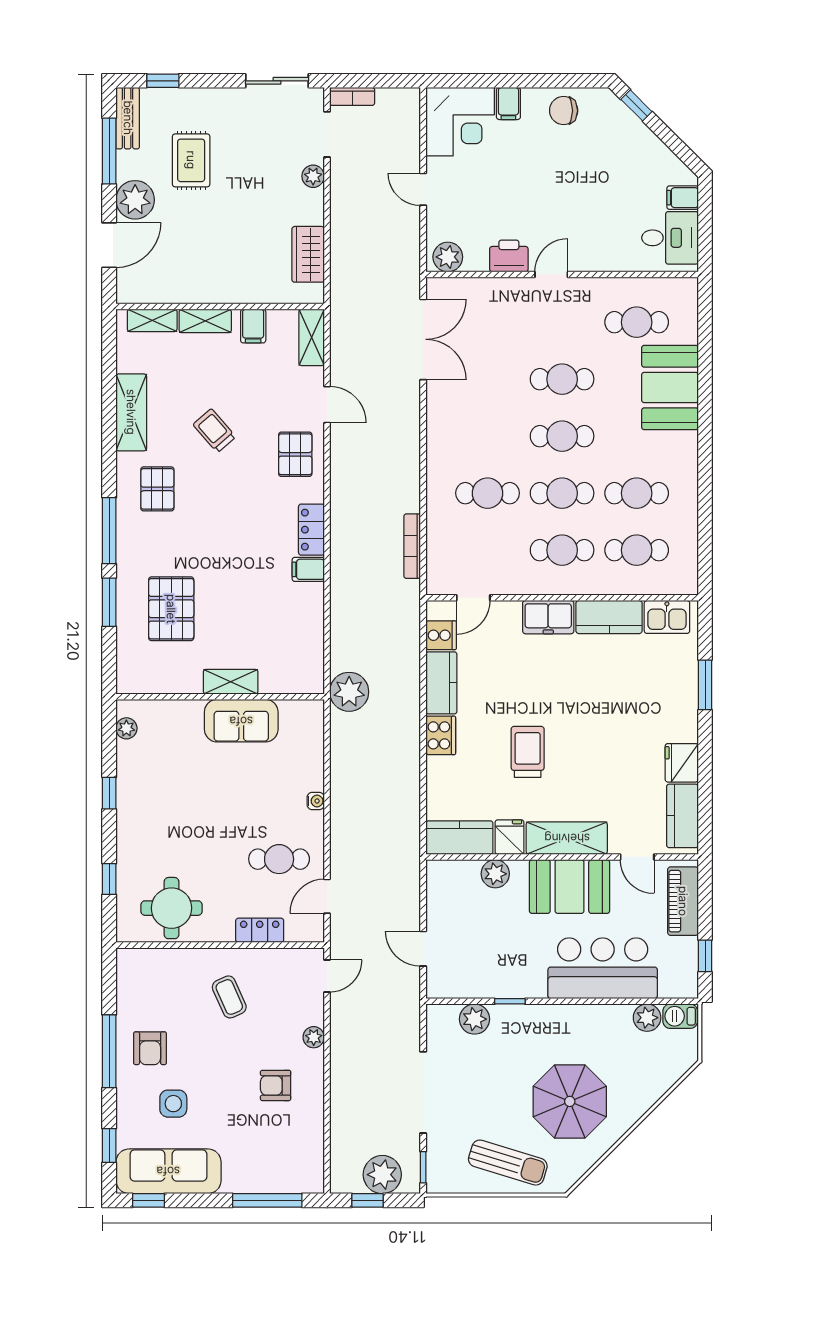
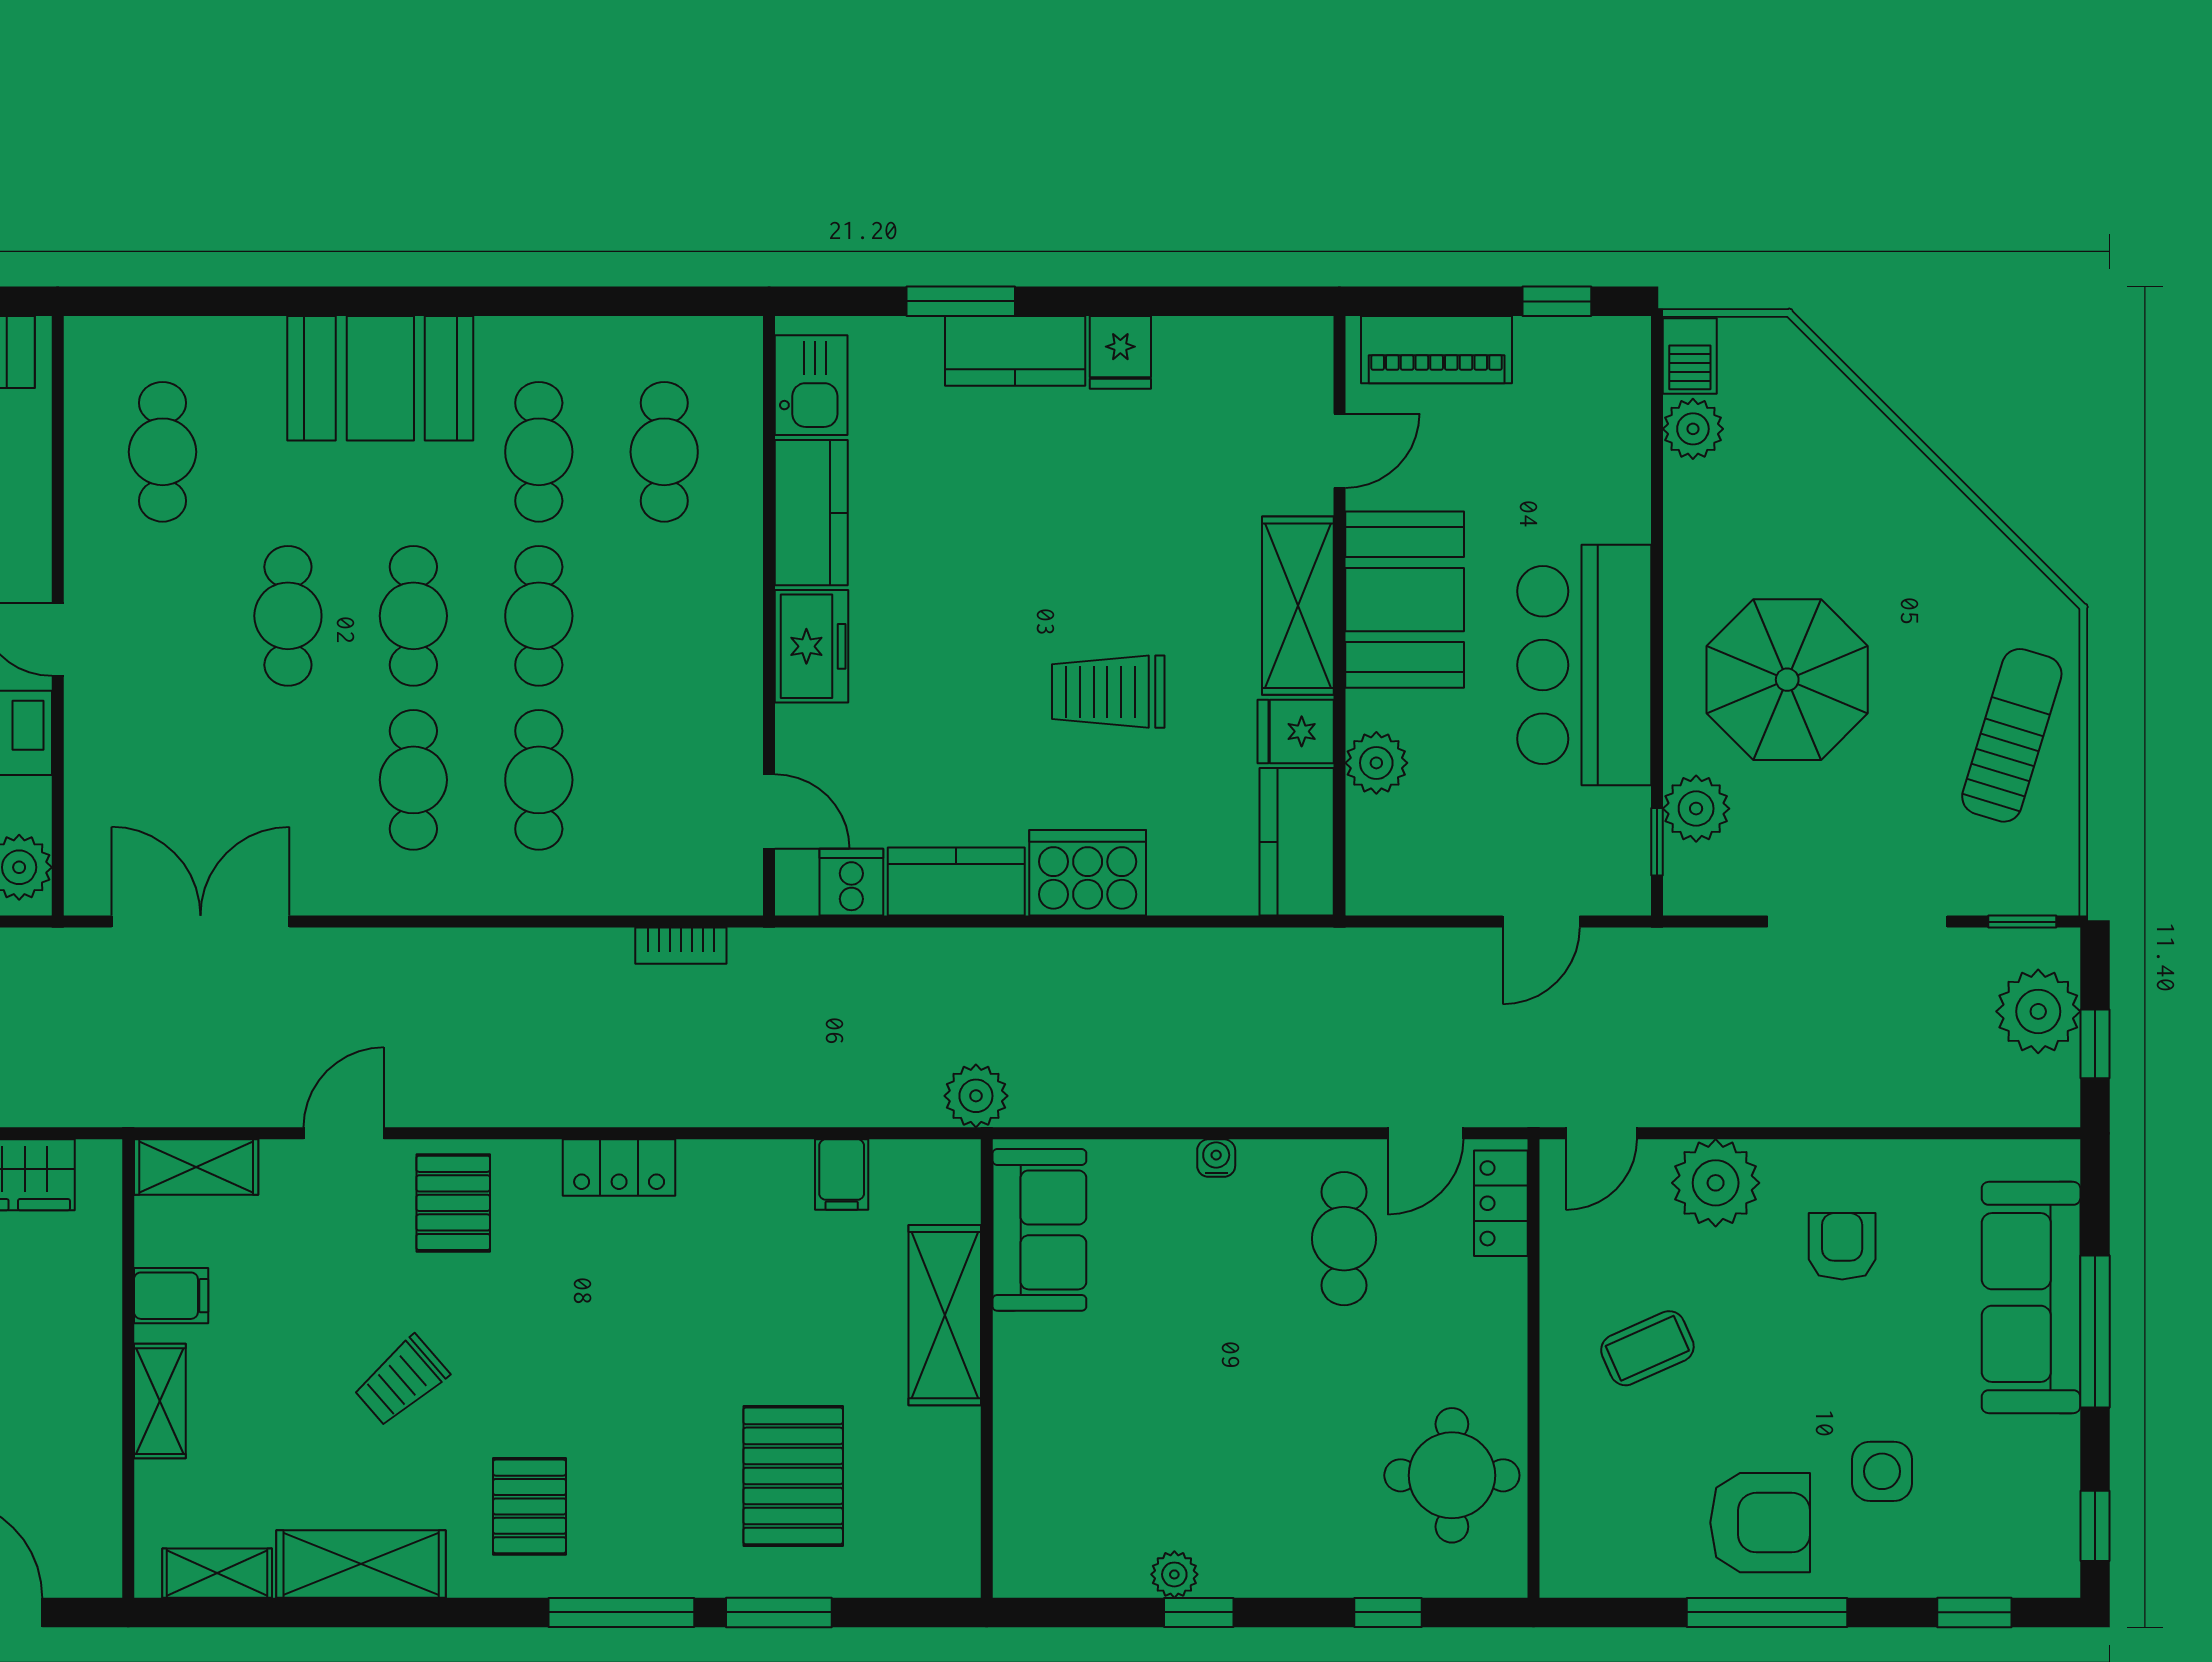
shelving: (152, 320) -> (217, 1573), moved, turned 90
booth: (670, 387) -> (380, 378), moved
pallet: (295, 454) -> (453, 1203), turned 90
pallet: (157, 489) -> (530, 1506), turned 90
bookcase: (412, 546) -> (681, 946), width x0.64
cafe table: (562, 550) -> (413, 780), moved
filing cabinet: (308, 569) -> (842, 1175), moved
pallet: (171, 609) -> (793, 1476), turned 90
shelving: (231, 682) -> (945, 1315), width x1.50, depth x1.33
plant: (349, 692) -> (976, 1096), width x0.73, depth x0.73
sofa: (241, 721) -> (1039, 1230), moved
plant: (126, 728) -> (1174, 1574), moved
cooker: (441, 735) -> (1088, 873), width x1.37, depth x1.31
fridge: (682, 763) -> (1120, 352), width x0.72
kitchen counter: (682, 816) -> (1015, 351), moved
door: (327, 896) -> (1426, 1133), hinge flipped
locker: (260, 930) -> (1501, 1203), moved
bar counter: (603, 968) -> (1584, 665), moved
door: (327, 976) -> (1601, 1133), swing flipped
window: (510, 1001) -> (1657, 842), moved
plant: (314, 1037) -> (1716, 1183), width x1.87, depth x1.87
armchair: (150, 1048) -> (1760, 1523), width x1.38, depth x1.38
armchair: (276, 1085) -> (1842, 1246), turned 180
parasol: (570, 1101) -> (1787, 680), moved
sofa: (168, 1171) -> (2031, 1297), moved
window: (267, 1200) -> (2095, 1332), moved

